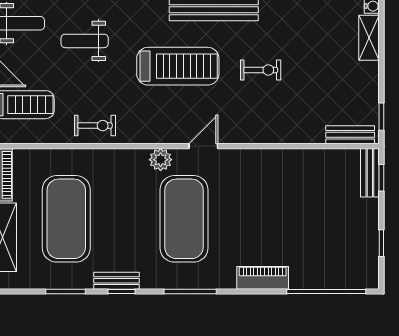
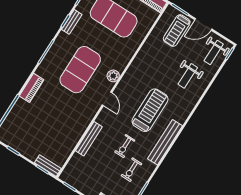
weight bench: (85, 41) -> (188, 76), turned 180
treadmill: (178, 66) -> (150, 110), turned 180
exercise bike: (95, 126) -> (131, 170), moved
bench: (350, 135) -> (89, 139), moved, width x1.36
exercise mat: (184, 219) -> (80, 70), turned 90

